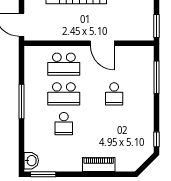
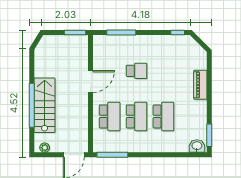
window: (21, 102) -> (112, 155), moved
school desk: (64, 124) -> (163, 116), width x1.85

